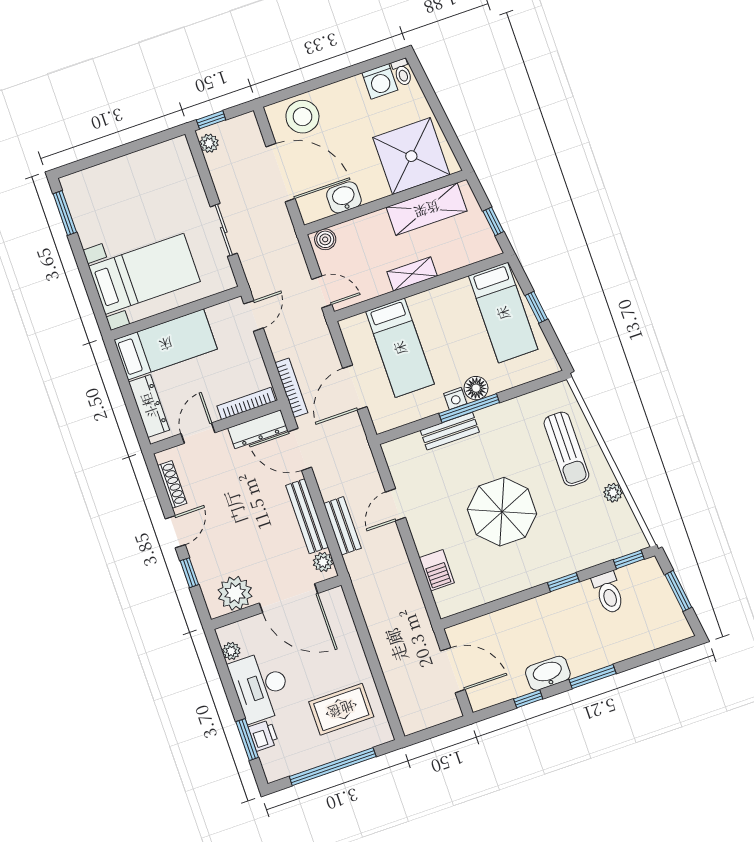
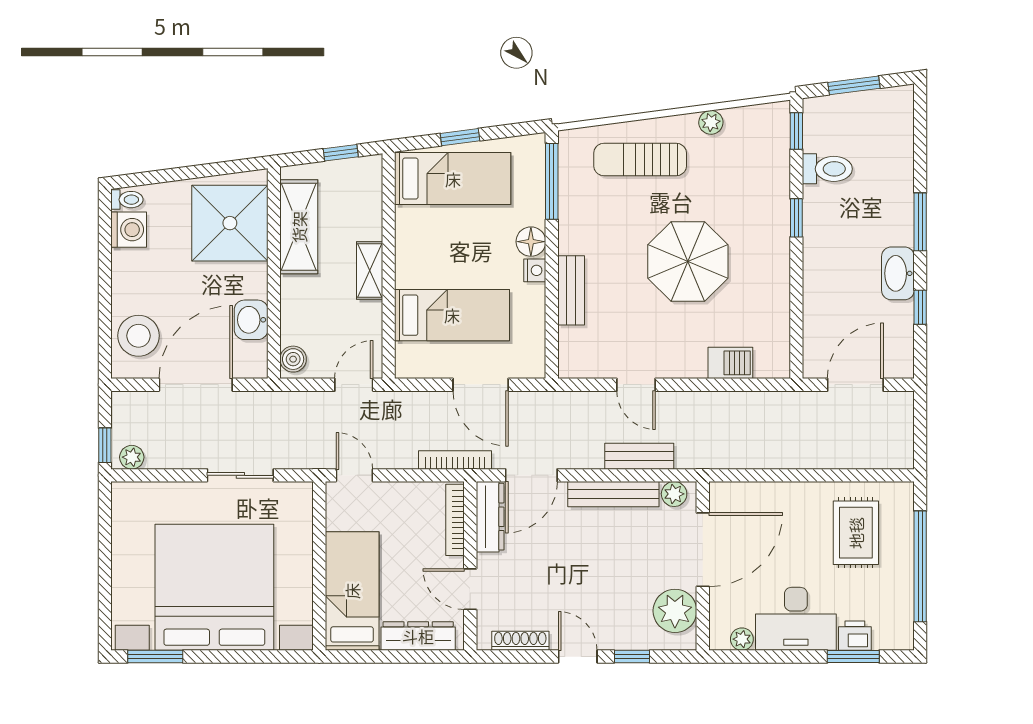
bed with nightstands: (144, 274) -> (214, 587), width x1.85
window: (469, 408) -> (552, 181), moved
sun lounger: (566, 449) -> (640, 160), turned 180

